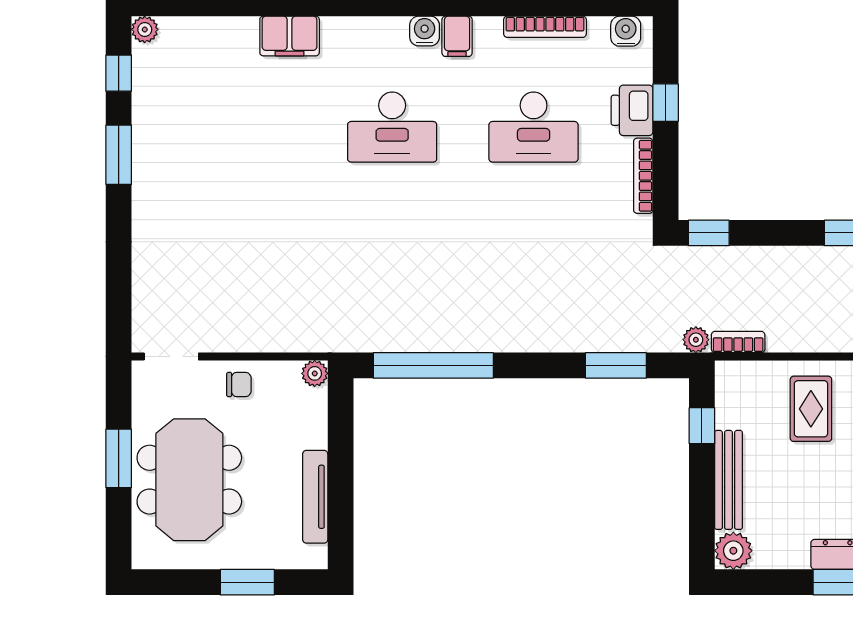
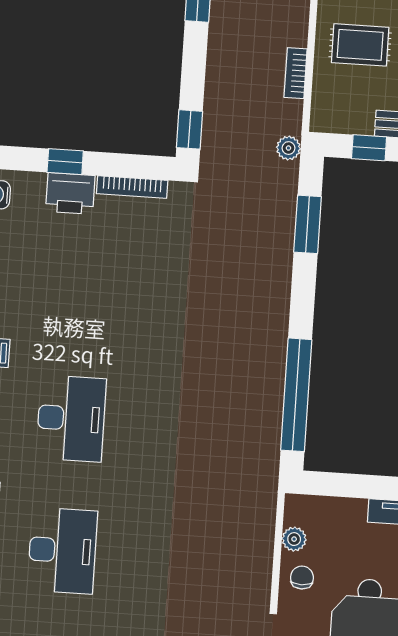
desk: (534, 127) -> (62, 551), moved
bookcase: (738, 342) -> (296, 73), moved
plant: (315, 373) -> (294, 539), moved

